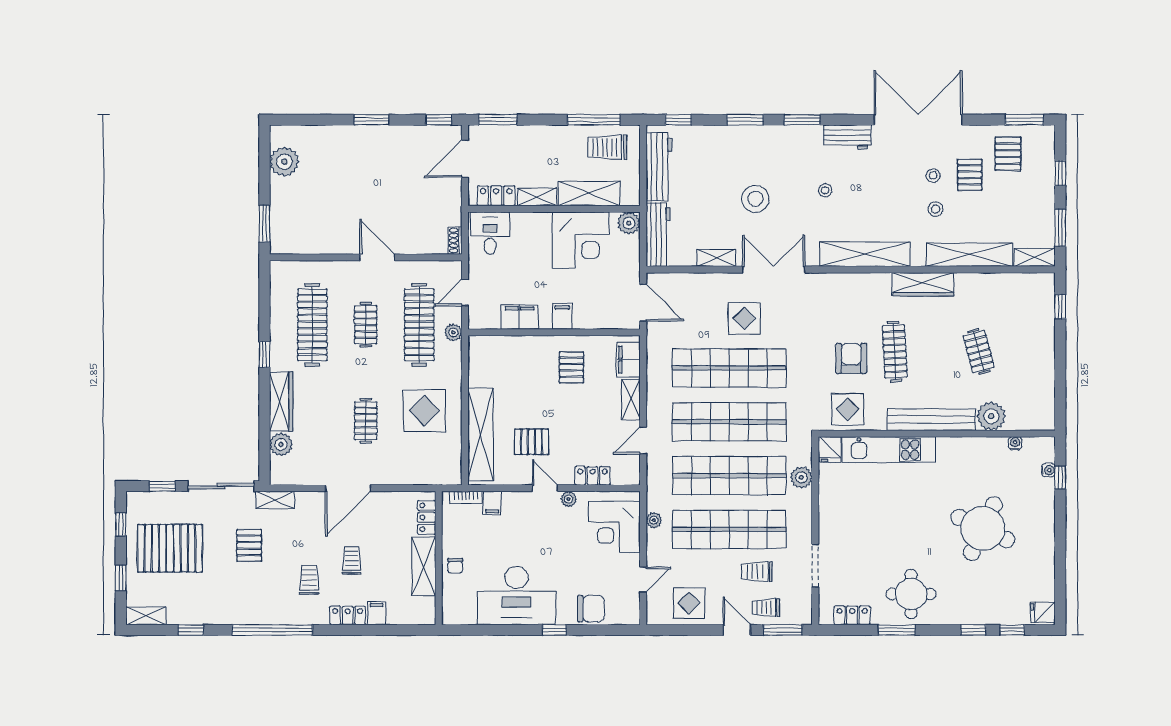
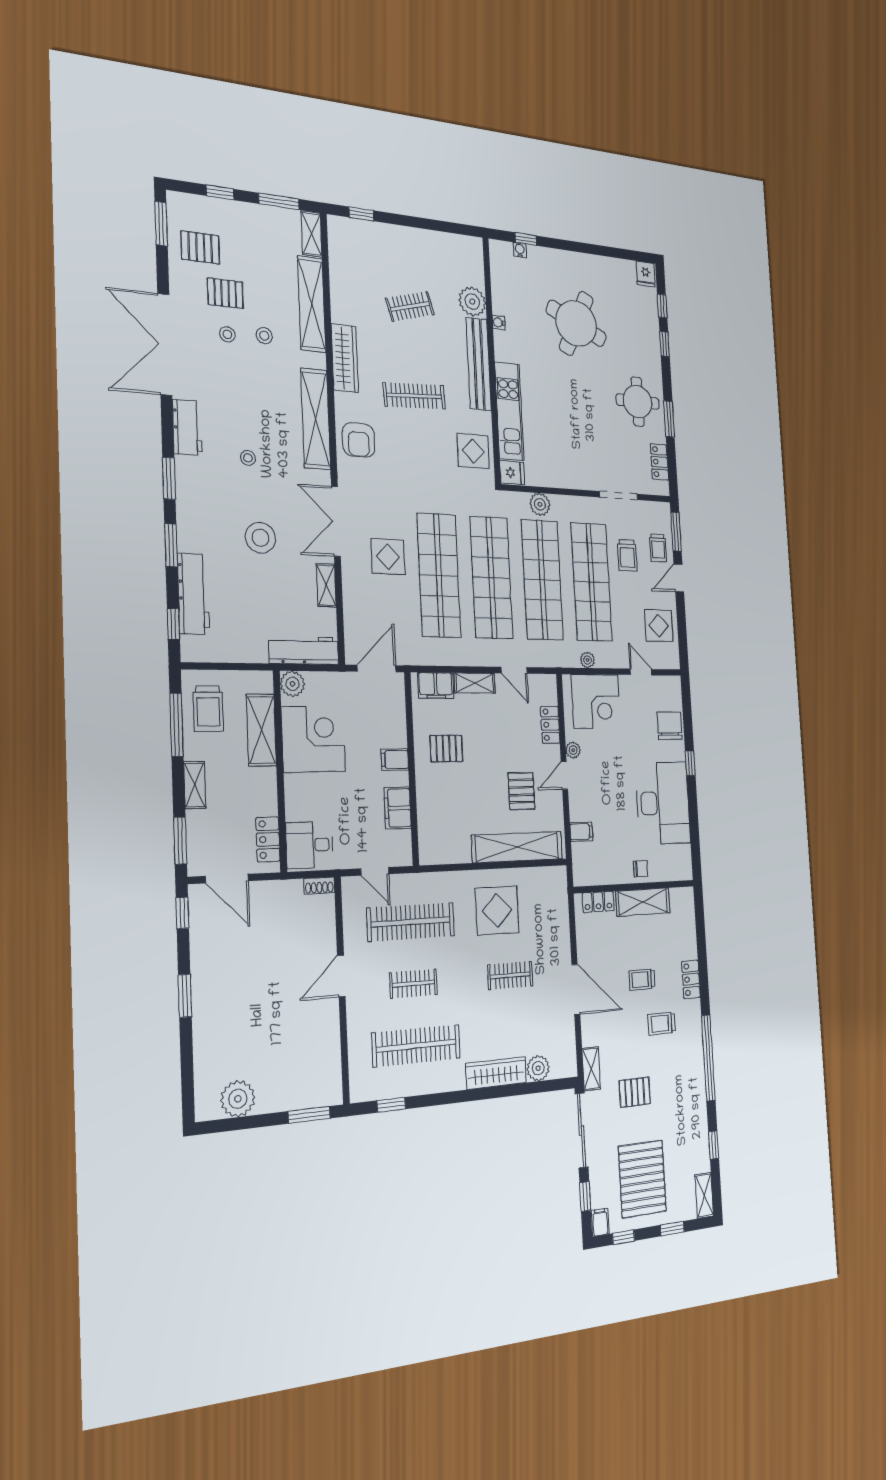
workbench: (659, 167) -> (193, 594), moved, turned 90
shelving: (537, 197) -> (195, 785), moved
plant: (453, 332) -> (417, 883), removed
window: (264, 354) -> (391, 1105), moved
armchair: (851, 358) -> (359, 440), moved, turned -90
water cooler: (1015, 443) -> (499, 323), moved
bookcase: (466, 498) -> (578, 860), removed
filing cabinet: (377, 613) -> (600, 1222), moved, turned 90

